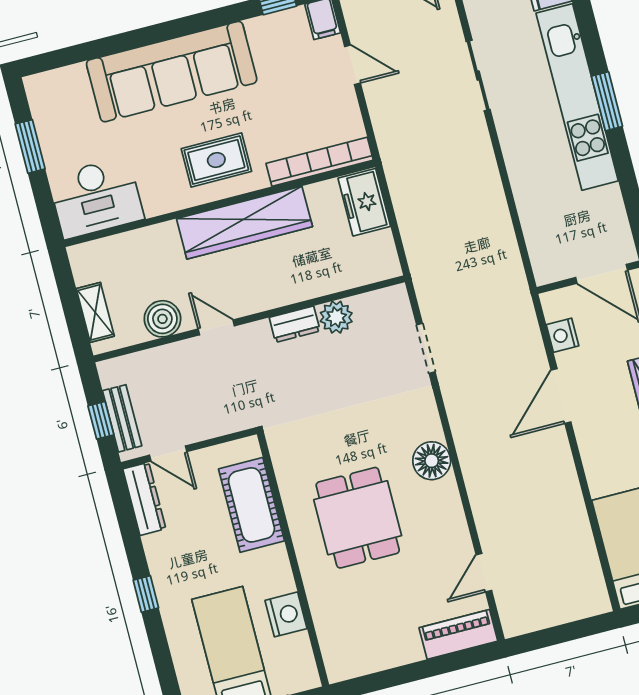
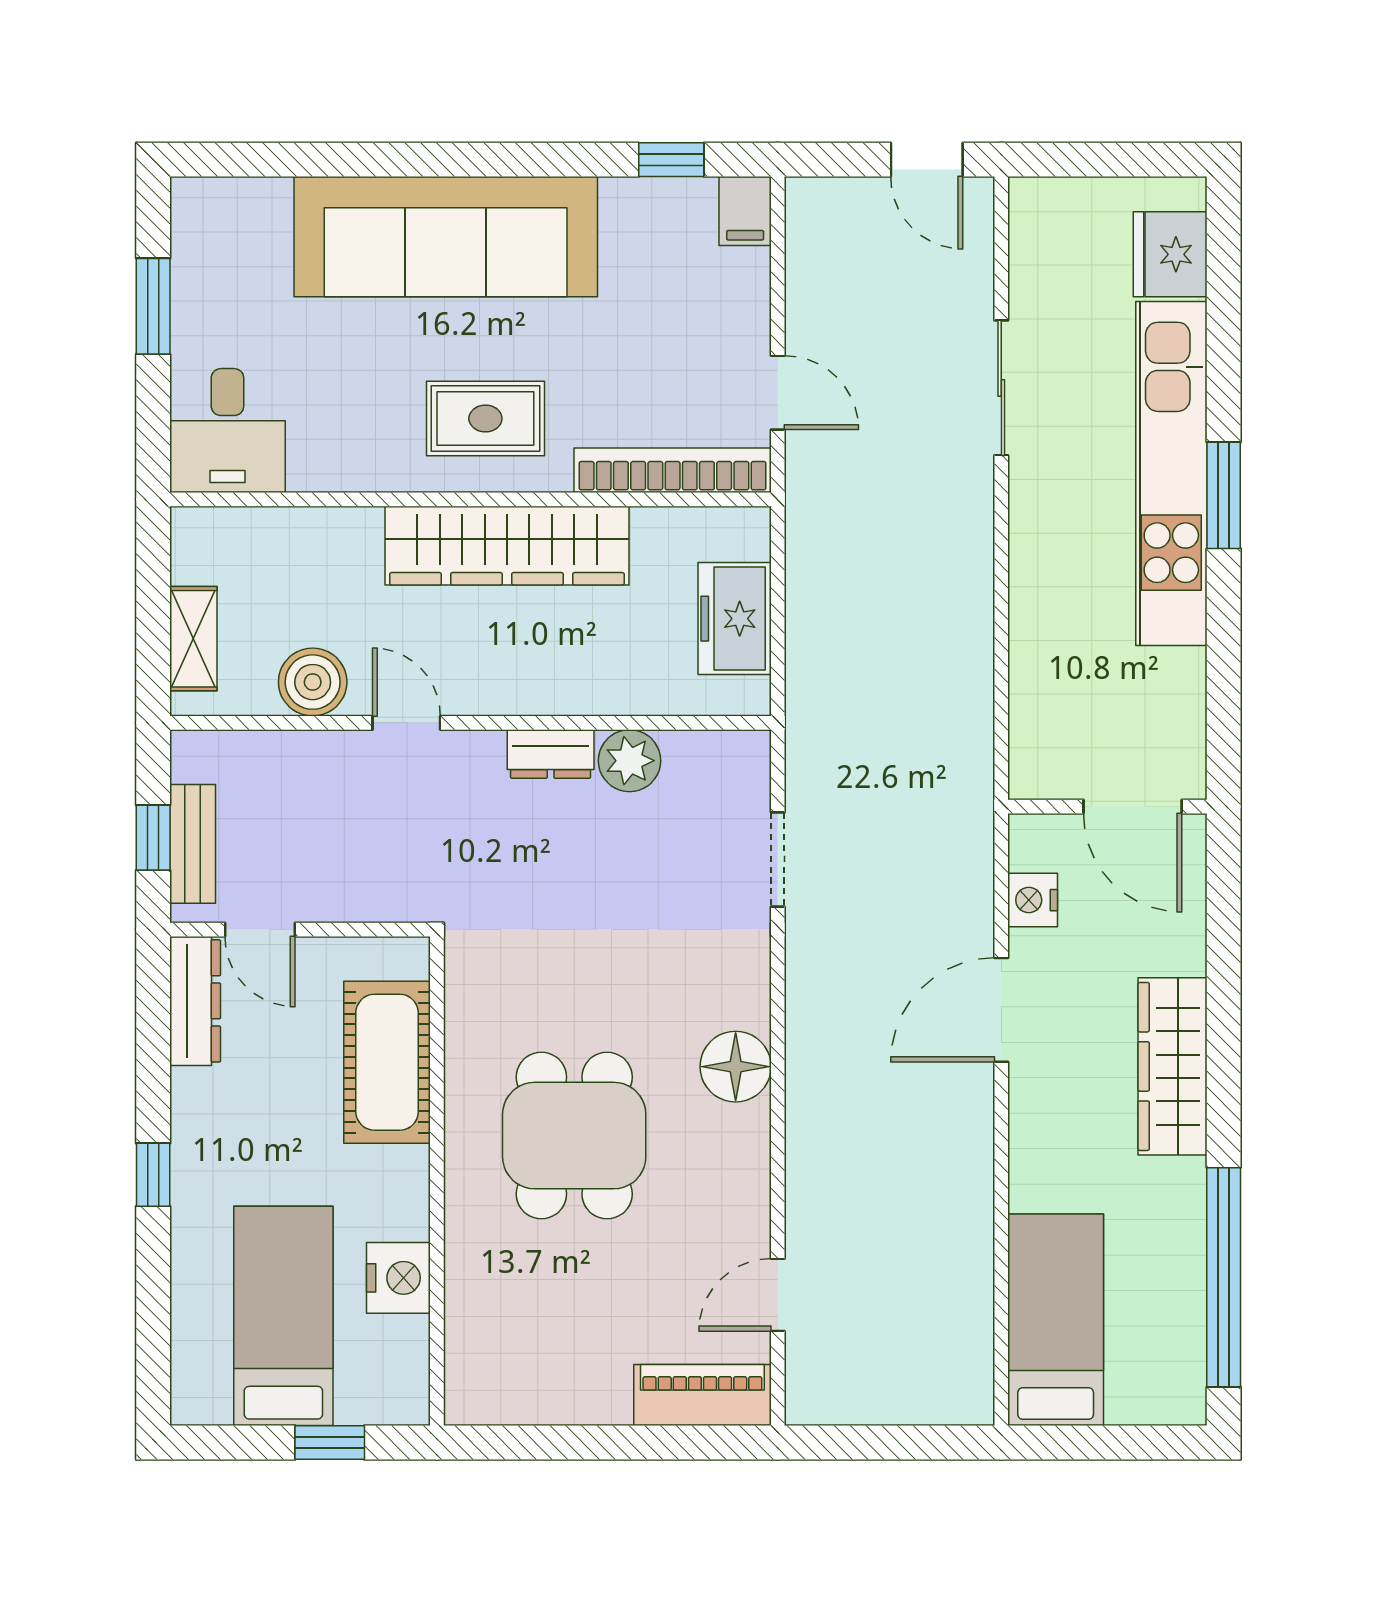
door: (352, 65) -> (778, 393), moved
desk: (96, 198) -> (227, 431), width x0.73
freezer: (364, 202) -> (735, 619), moved

